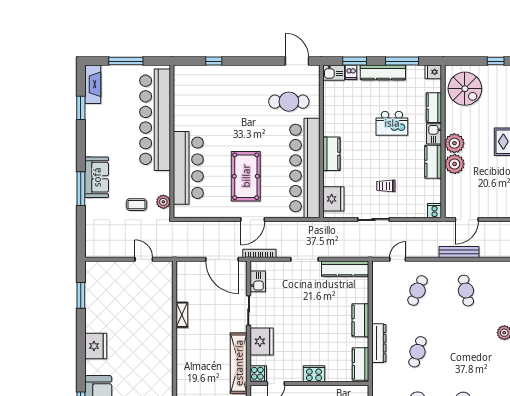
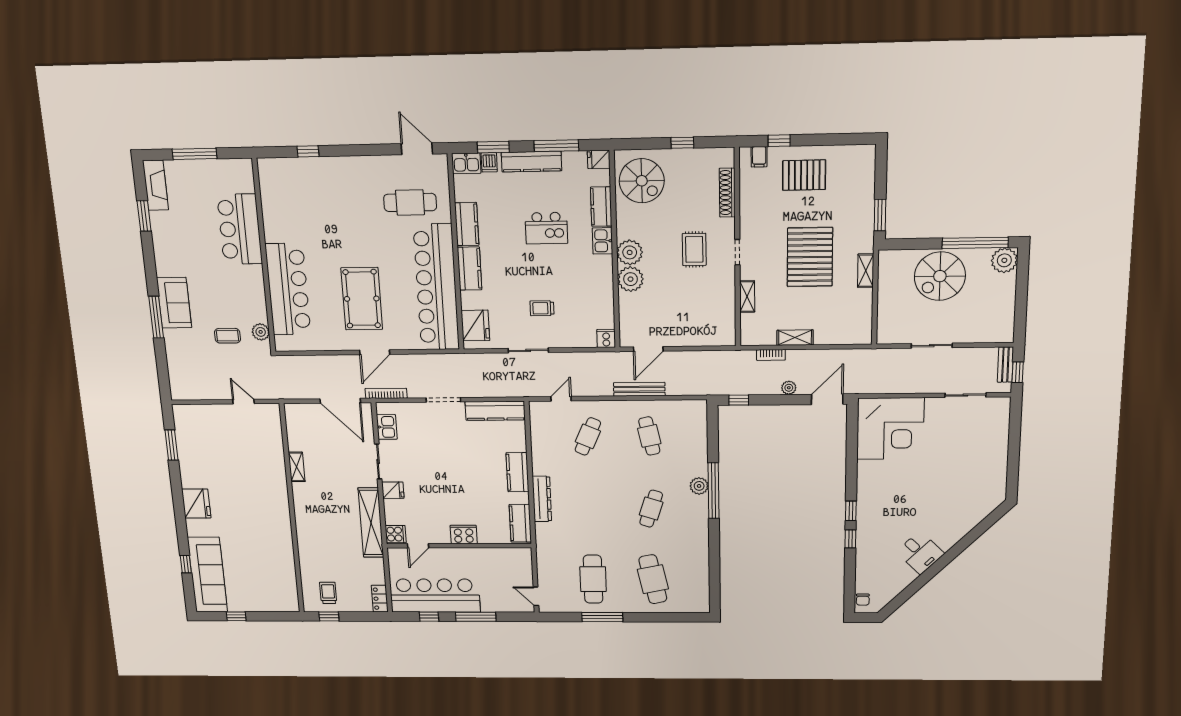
bar counter: (155, 120) -> (240, 229), width x0.54
kitchen counter: (433, 162) -> (467, 224), moved, turned 180
fridge: (262, 341) -> (393, 490), width x0.53, depth x0.75
cafe table: (418, 352) -> (651, 509), moved

